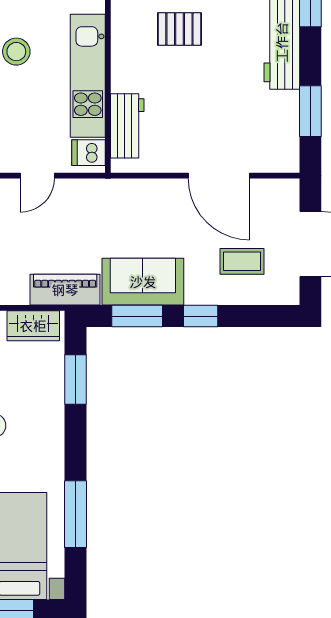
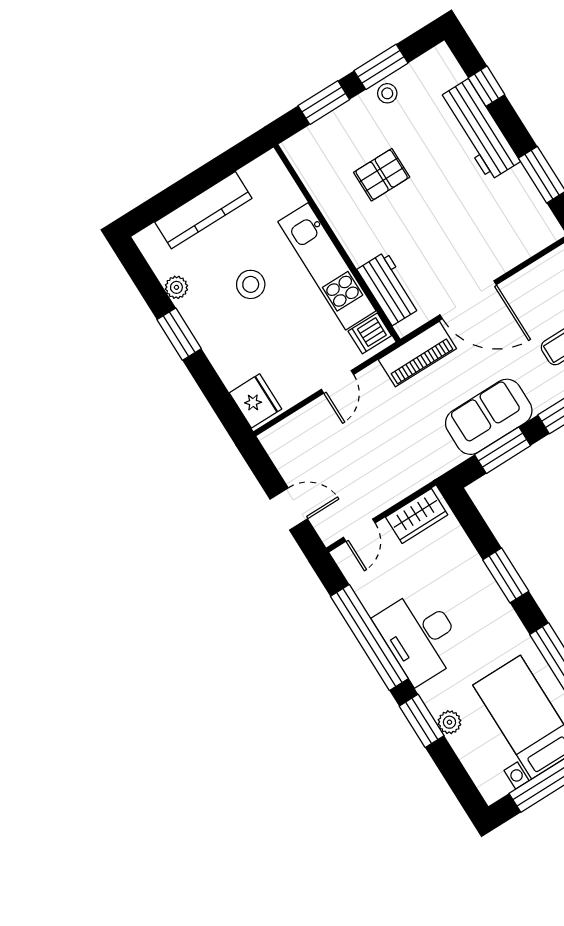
door: (219, 176) -> (468, 300), moved
piano: (65, 290) -> (417, 354), moved, turned 180
window: (75, 379) -> (506, 575), moved

